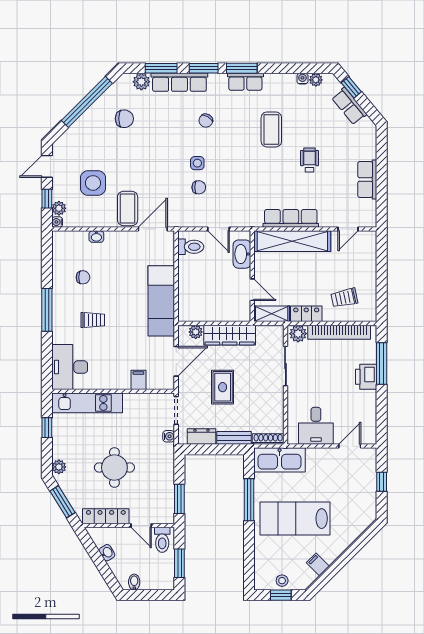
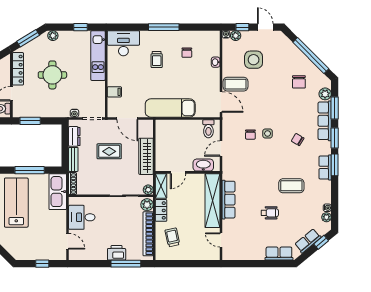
row of seats: (367, 179) -> (279, 254), moved
plant: (196, 332) -> (148, 190), moved

